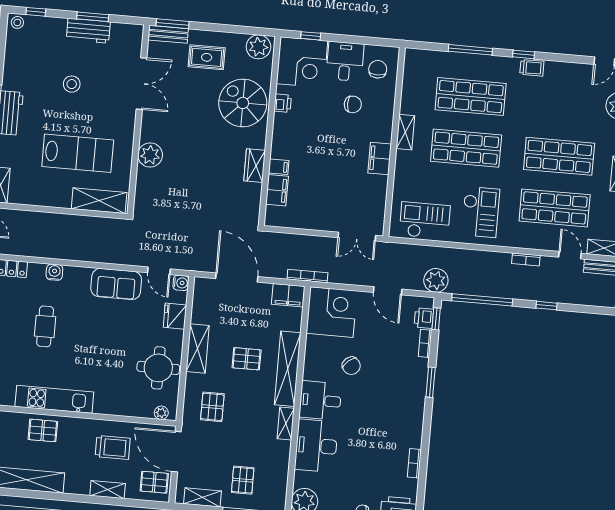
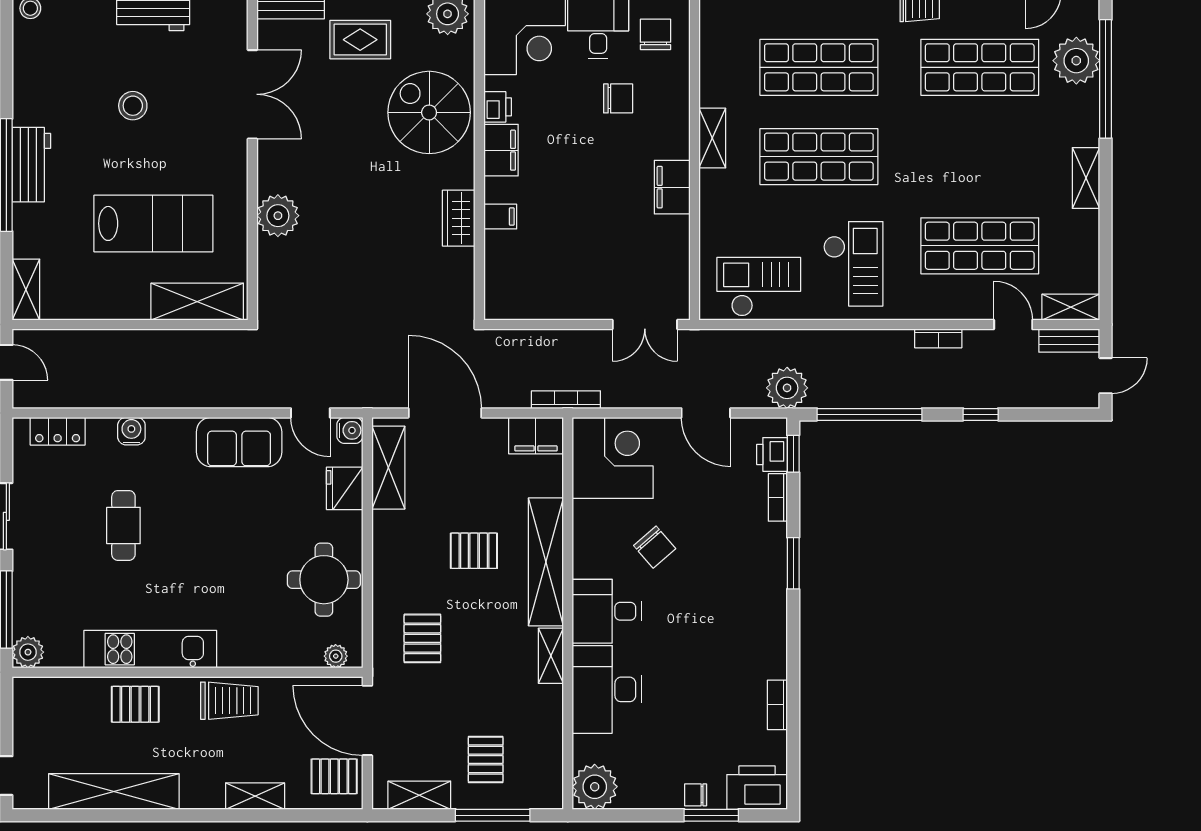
shop shelf: (559, 156) -> (980, 67), moved
filing cabinet: (277, 190) -> (501, 150), moved
shelving: (198, 349) -> (388, 468), moved
trolley: (113, 447) -> (229, 701), moved

